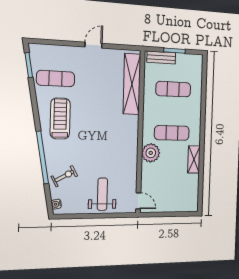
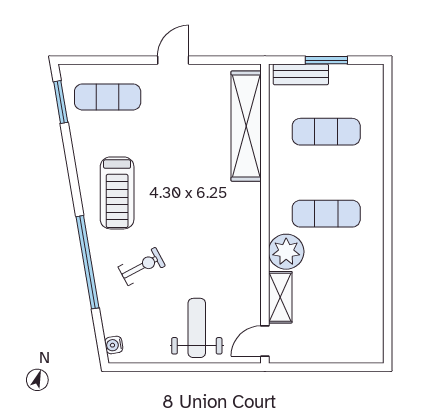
exercise mat: (56, 79) -> (108, 97), moved
treadmill: (60, 119) -> (117, 193), turned 180
shelving: (194, 159) -> (280, 297), moved
exercise bike: (64, 176) -> (142, 266), moved
door: (138, 201) -> (265, 341), swing flipped

